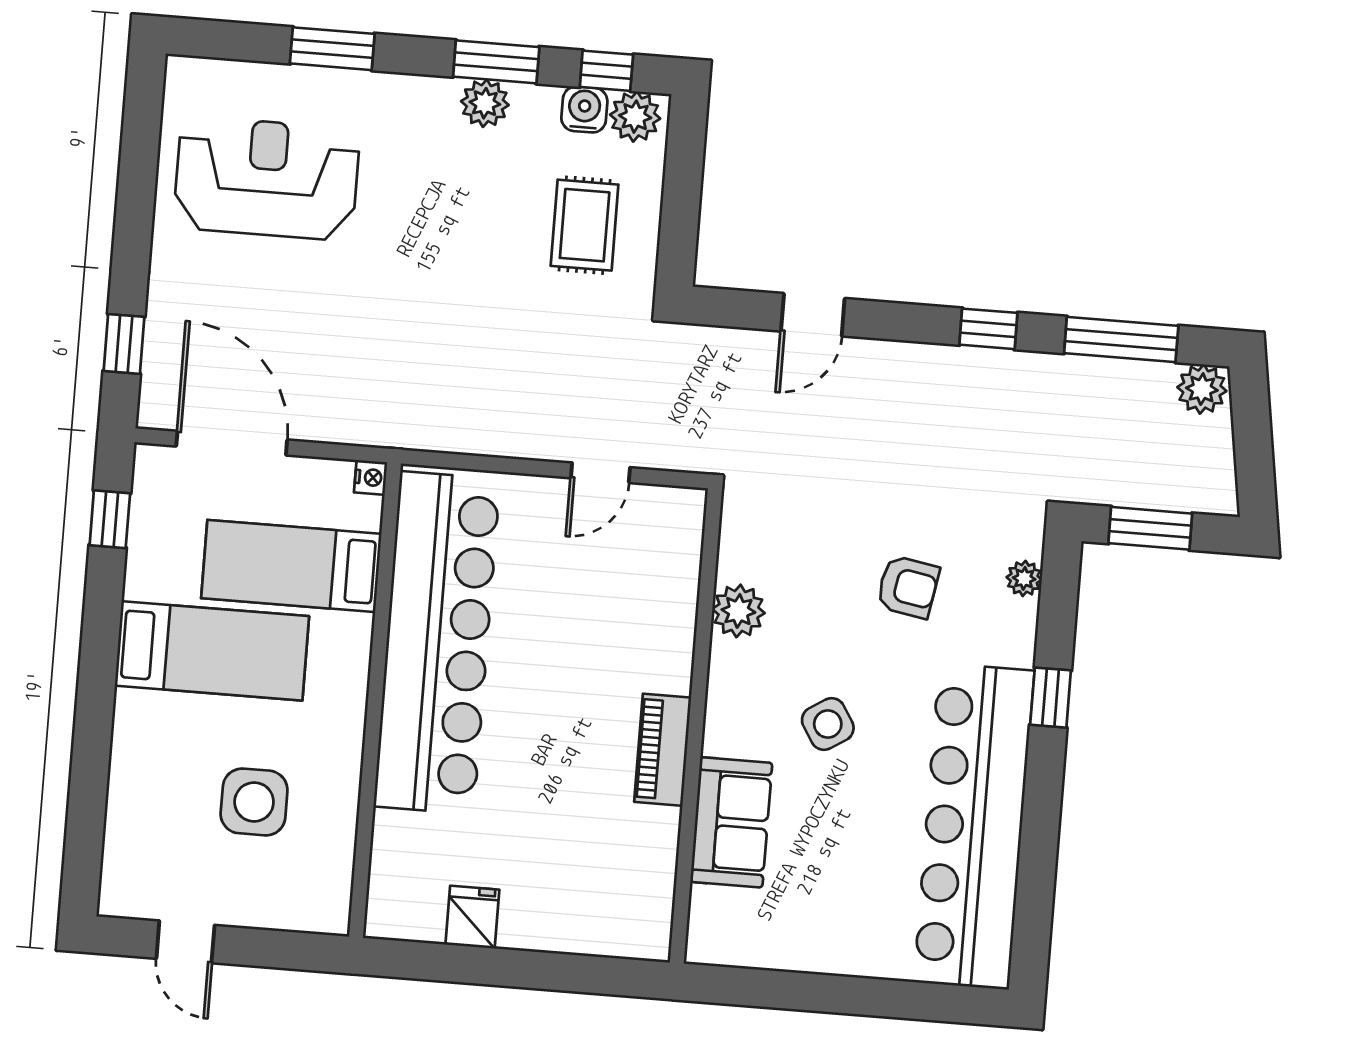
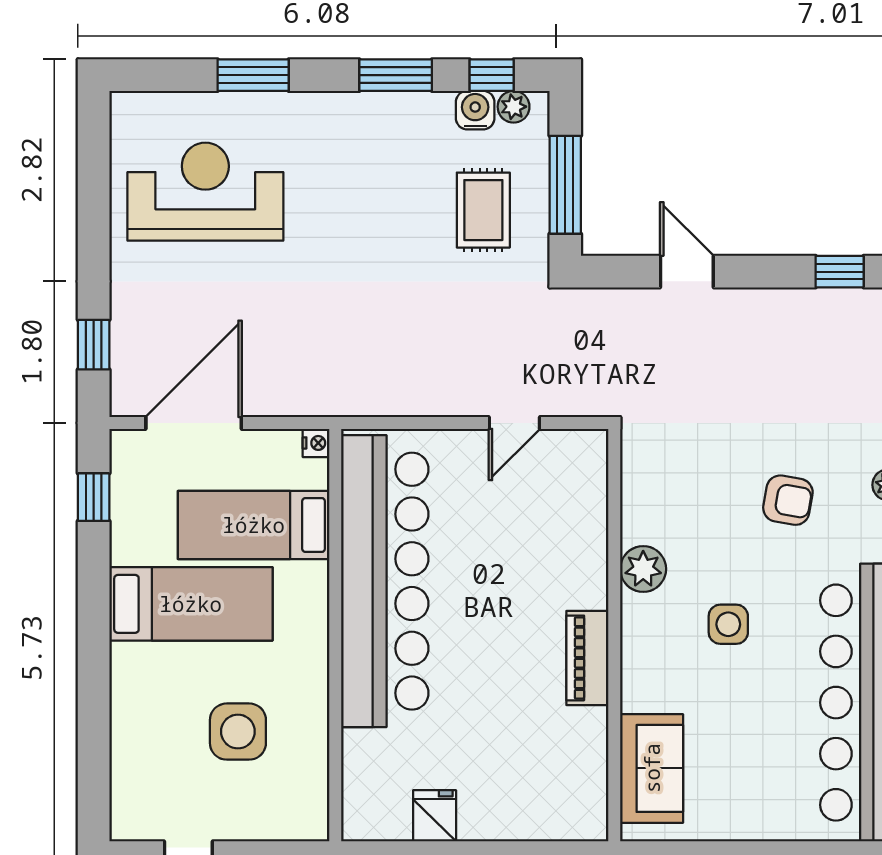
plant: (485, 103) -> (389, 112), removed
plant: (635, 117) -> (514, 107), width x0.73, depth x0.73
window: (681, 204) -> (565, 185), added
door: (813, 315) -> (687, 272), swing flipped
door: (232, 443) -> (194, 423), hinge flipped
plant: (738, 611) -> (643, 569), moved
side table: (828, 724) -> (728, 624), turned 32
sofa: (731, 822) -> (652, 768), moved

